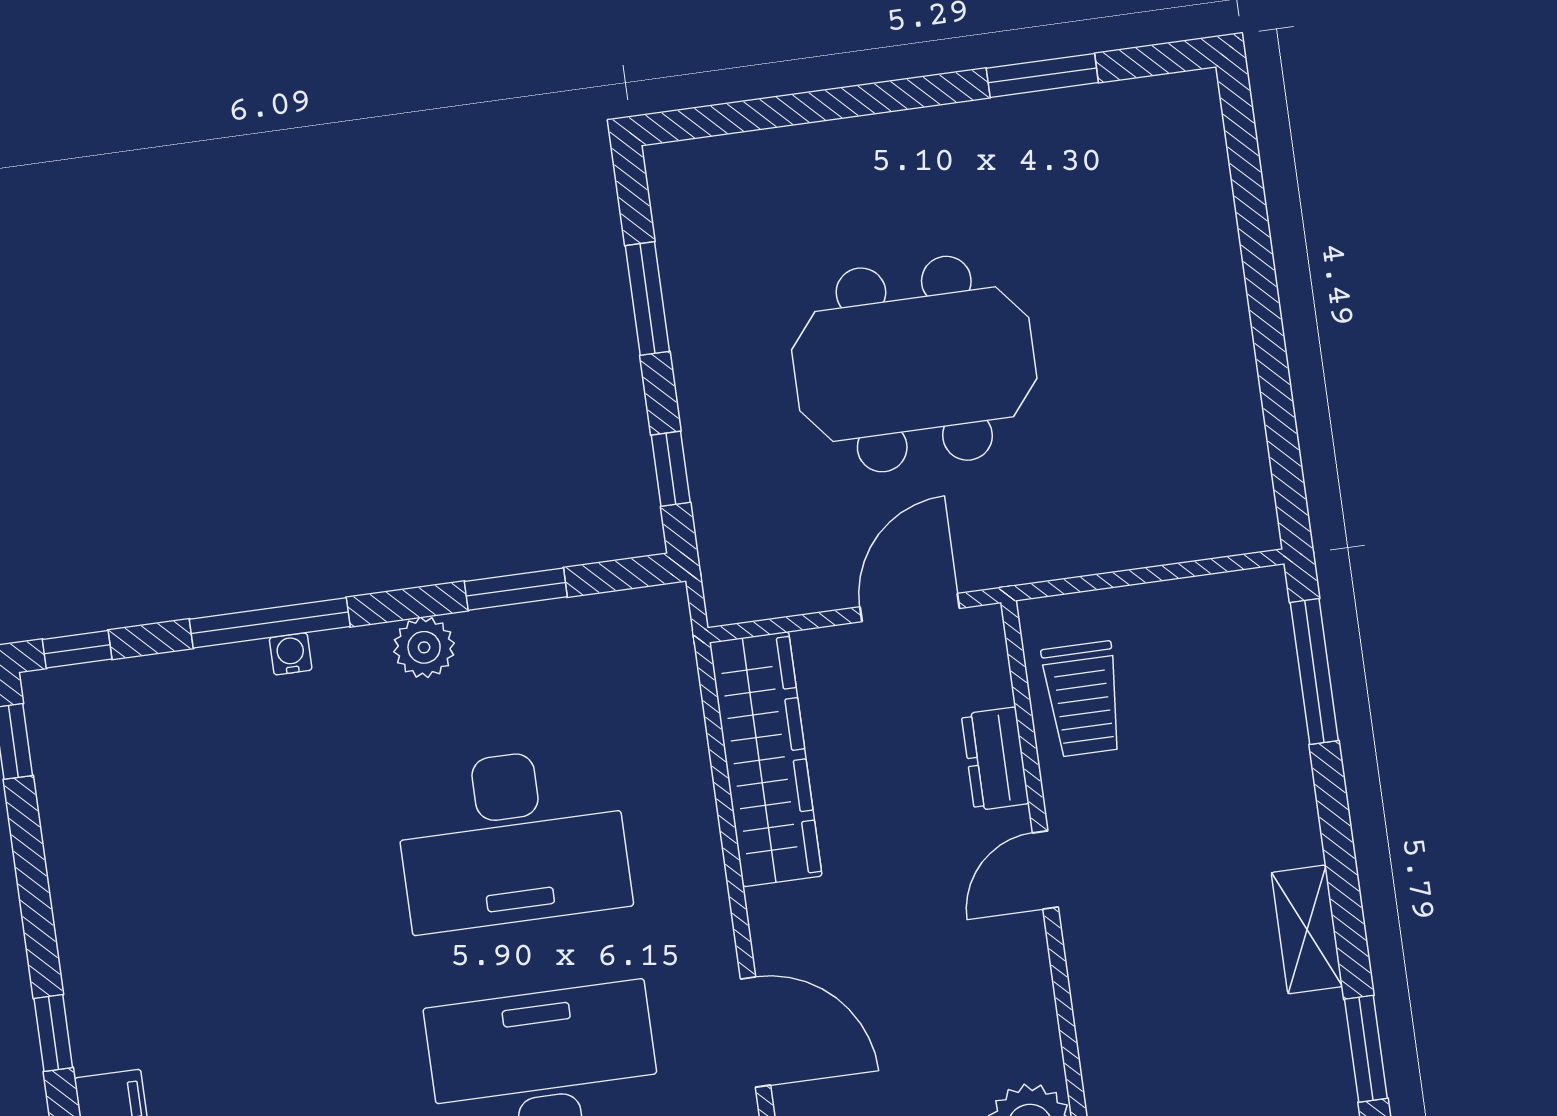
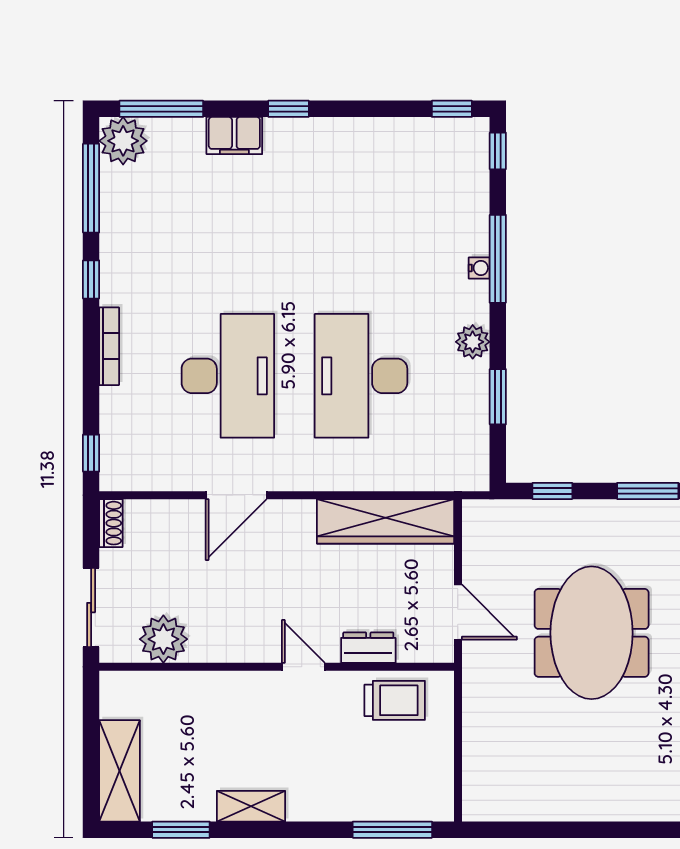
trolley: (1083, 699) -> (395, 700), turned 180

